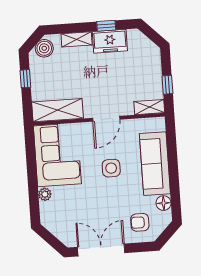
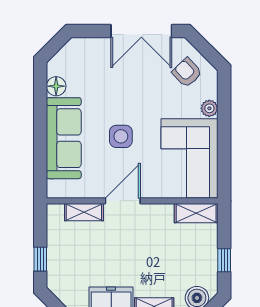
window: (167, 85) -> (40, 259), moved
shelving: (149, 107) -> (84, 212), moved
shelving: (58, 110) -> (196, 213), width x0.67, depth x0.75
armchair: (140, 222) -> (187, 73), moved, turned -133

